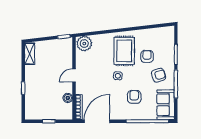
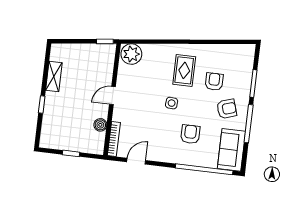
rug: (124, 51) -> (184, 70), width x0.73, depth x0.70
shelving: (30, 54) -> (54, 76), moved
door: (97, 121) -> (136, 161), width x0.53

